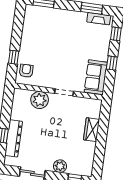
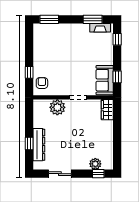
window: (112, 63) -> (117, 77), moved
wardrobe: (92, 130) -> (107, 110), moved
plant: (60, 166) -> (95, 164), moved

